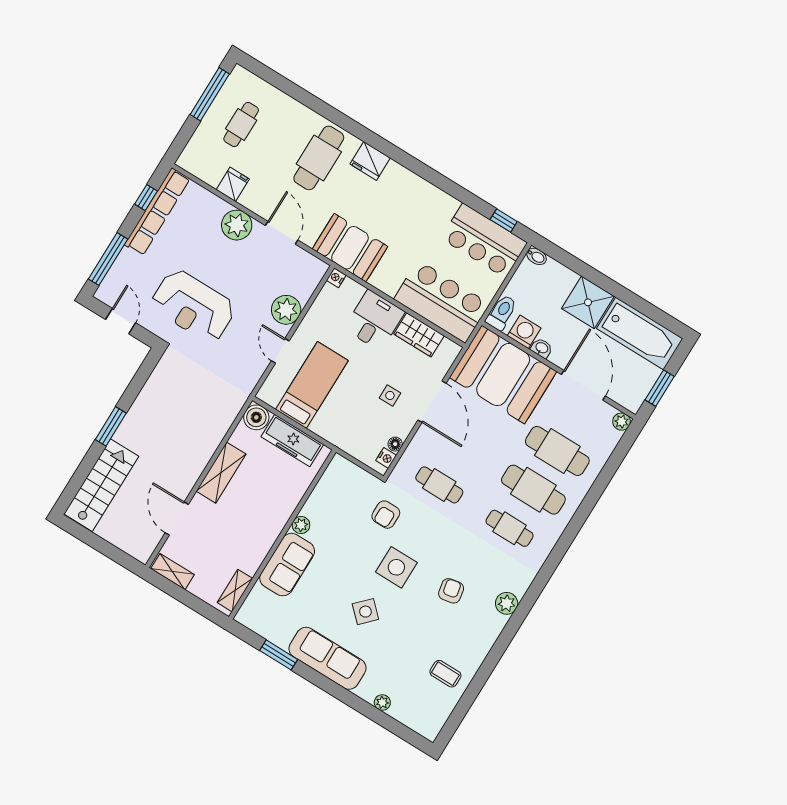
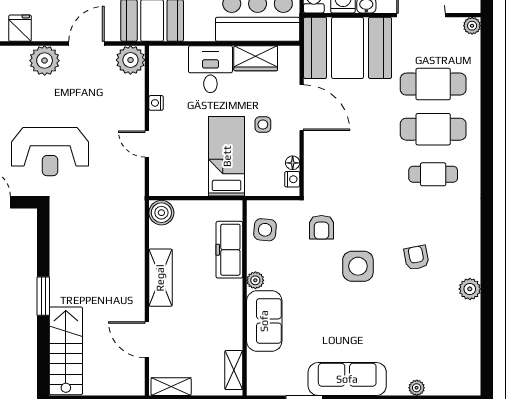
door: (282, 233) -> (87, 44), hinge flipped
nightstand: (336, 278) -> (156, 103), moved
plant: (286, 310) -> (130, 60), moved
bed: (312, 385) -> (227, 156), moved
freezer: (292, 441) -> (229, 250), moved, turned 90
cafe table: (439, 485) -> (351, 174), removed
plant: (507, 603) -> (470, 289), moved
side table: (365, 612) -> (265, 230), moved, turned -38
coffee table: (445, 674) -> (455, 331), removed

